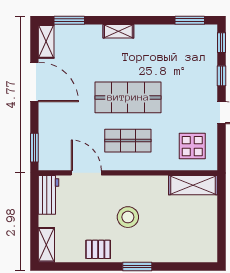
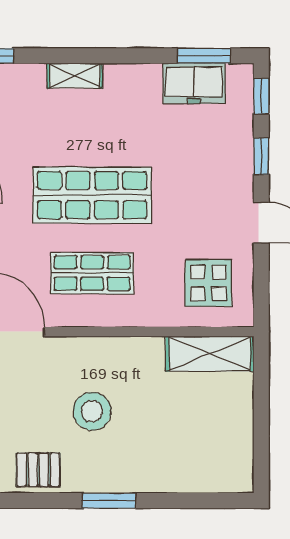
freezer: (184, 36) -> (194, 83), added

